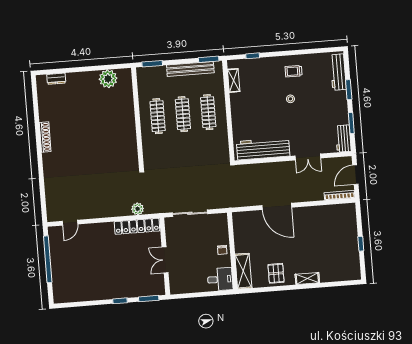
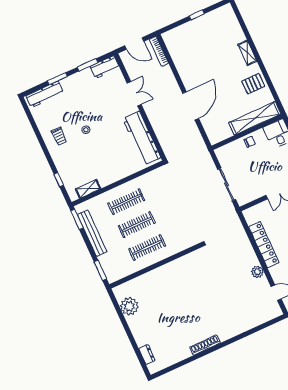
plant: (138, 209) -> (257, 272), moved
locker: (137, 226) -> (264, 245), moved
shelving: (243, 271) -> (255, 118), width x1.47

